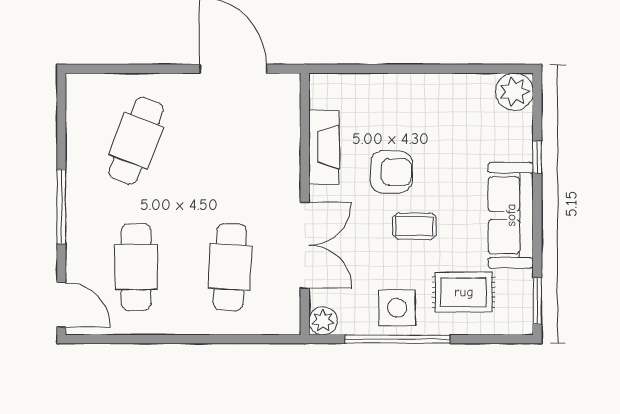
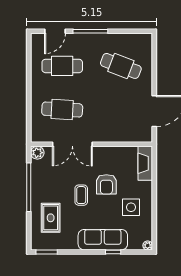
plant: (514, 92) -> (148, 245), width x0.53, depth x0.53
fireplace: (324, 147) -> (145, 163), moved, turned 90
sofa: (511, 215) -> (103, 240), moved
door: (61, 305) -> (55, 31), moved
side table: (397, 308) -> (131, 207), moved

